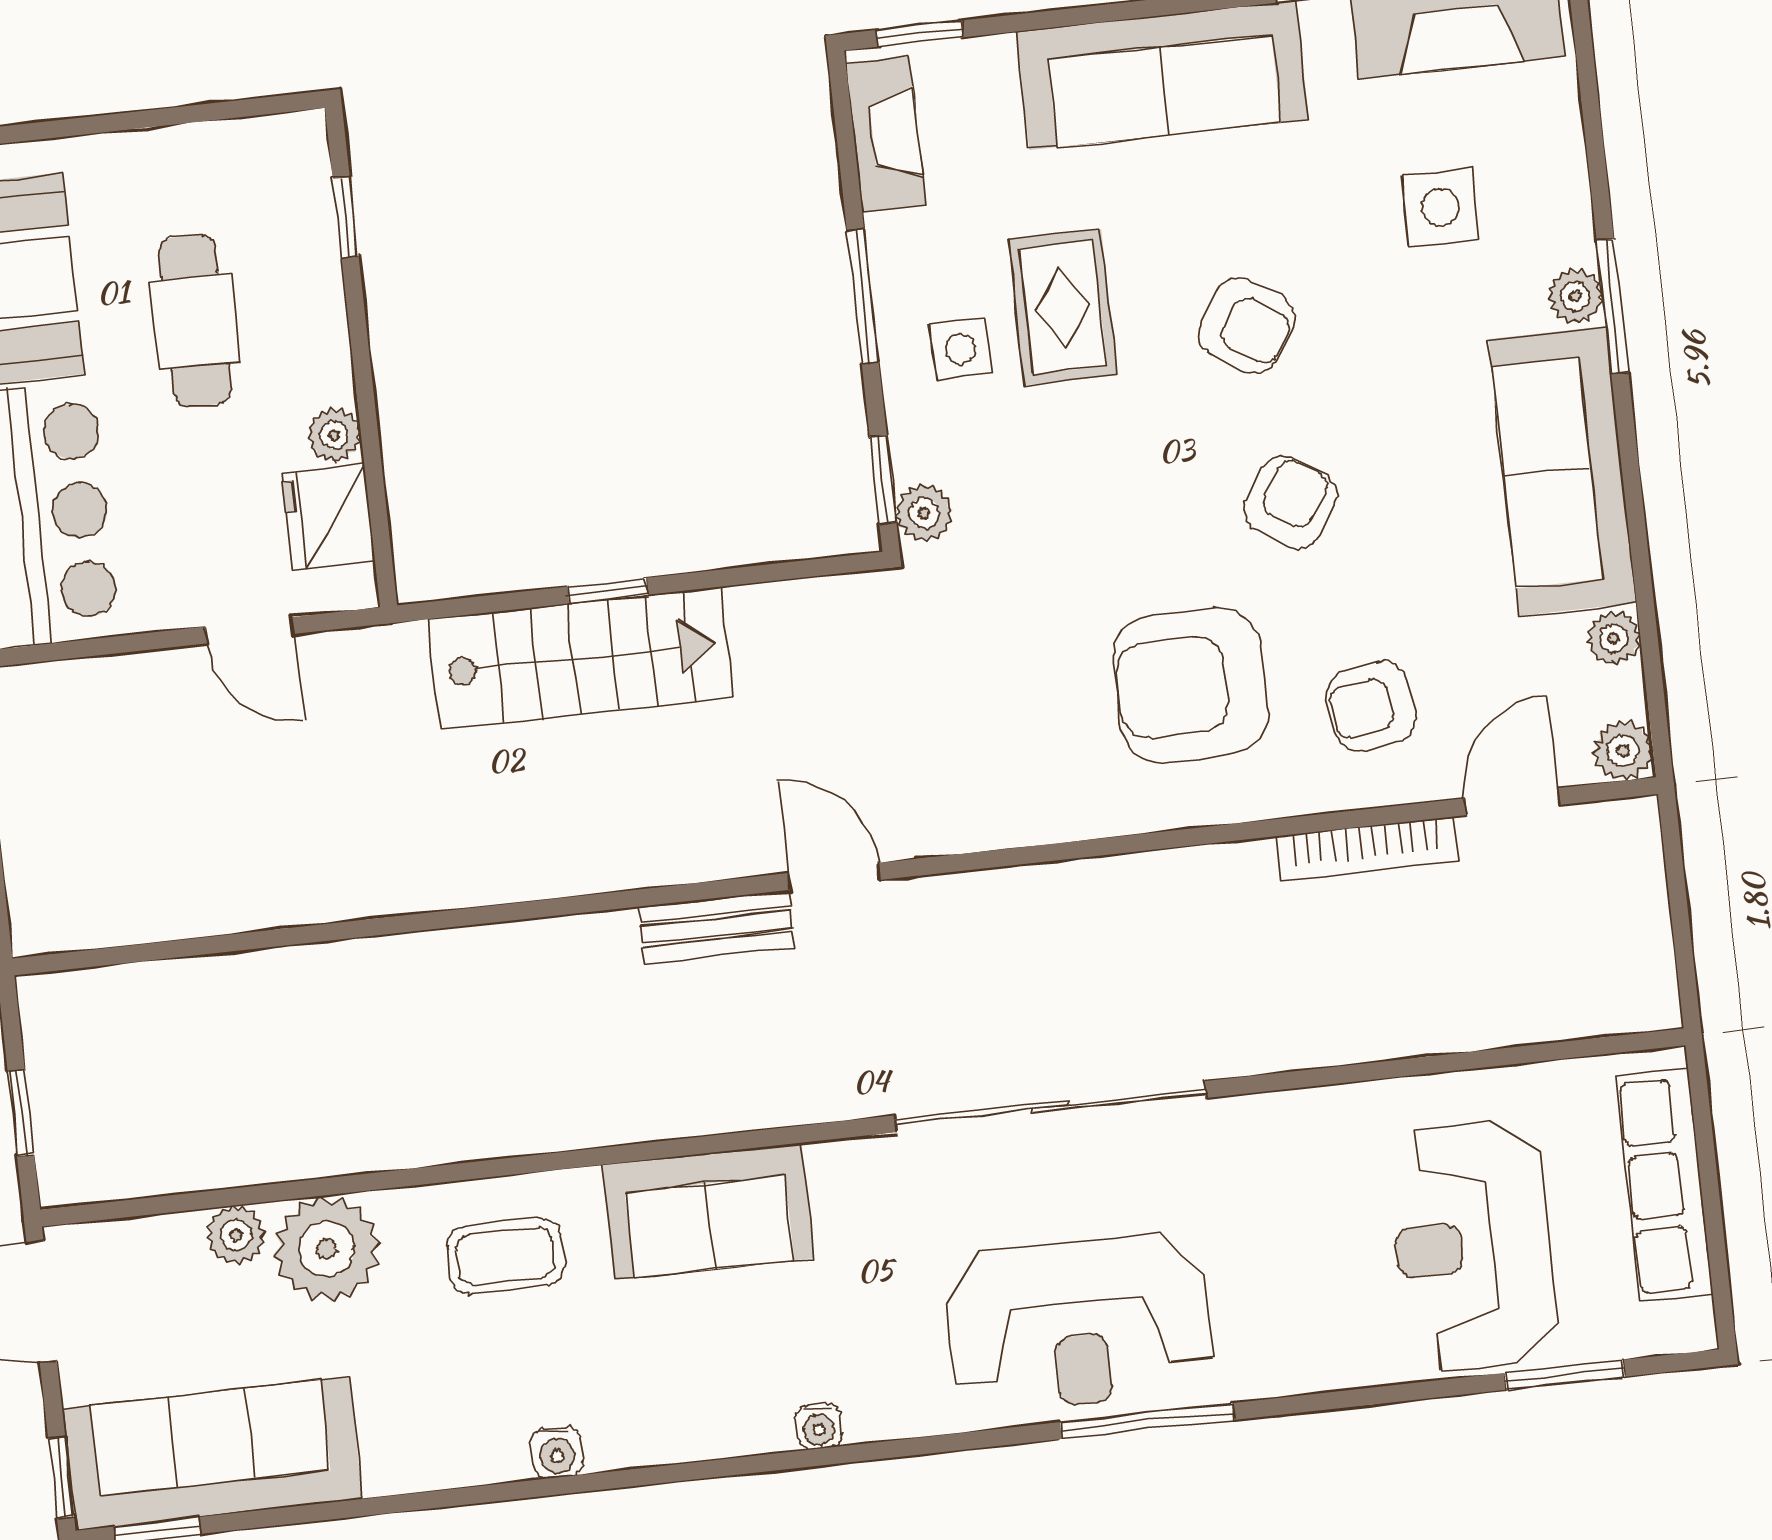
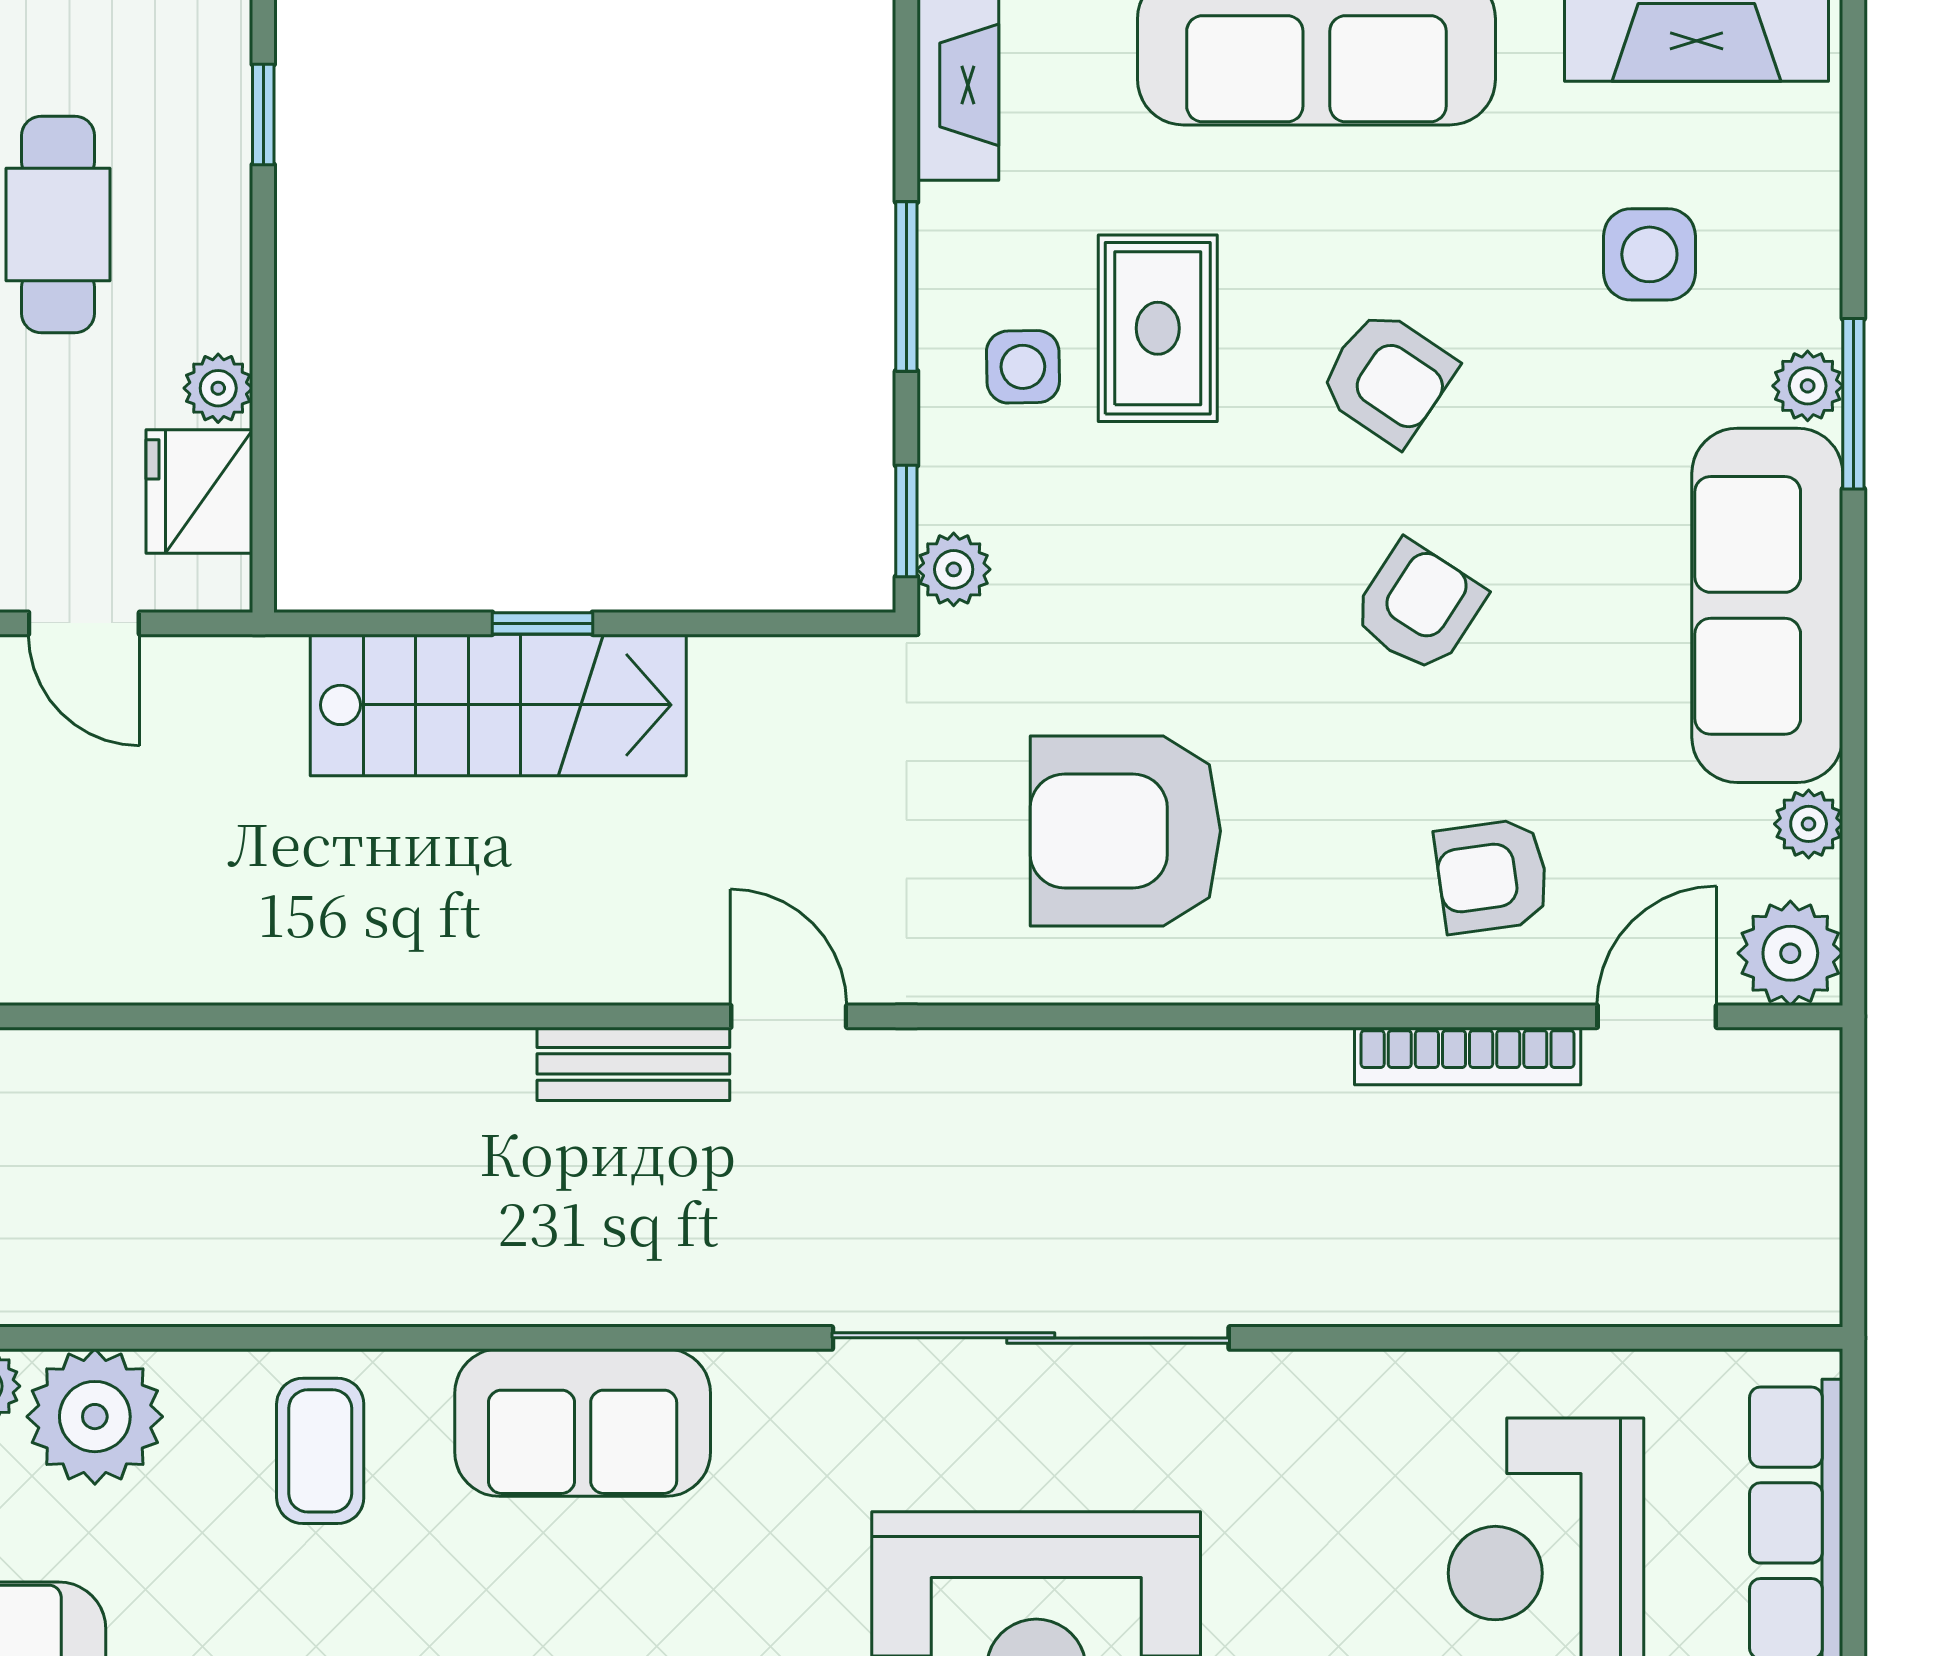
armchair: (1191, 685) -> (1125, 831), moved
plant: (1623, 751) -> (1790, 953), width x1.38, depth x1.38
coffee table: (505, 1256) -> (320, 1451), turned 90

